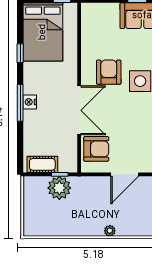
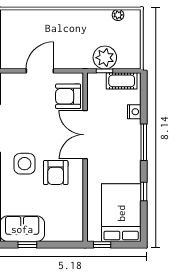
nightstand: (30, 102) -> (134, 112), moved
plant: (110, 231) -> (118, 15), moved

